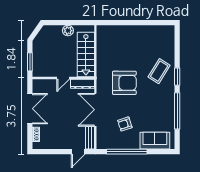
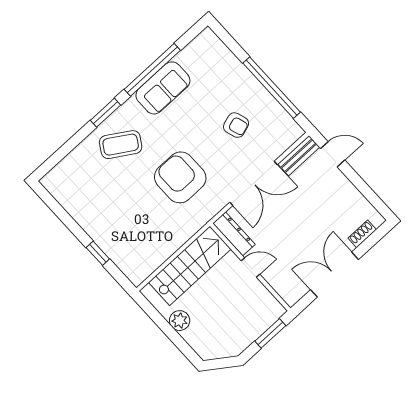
window: (124, 23) -> (98, 253), added
sofa: (155, 141) -> (163, 88), moved, turned -90

